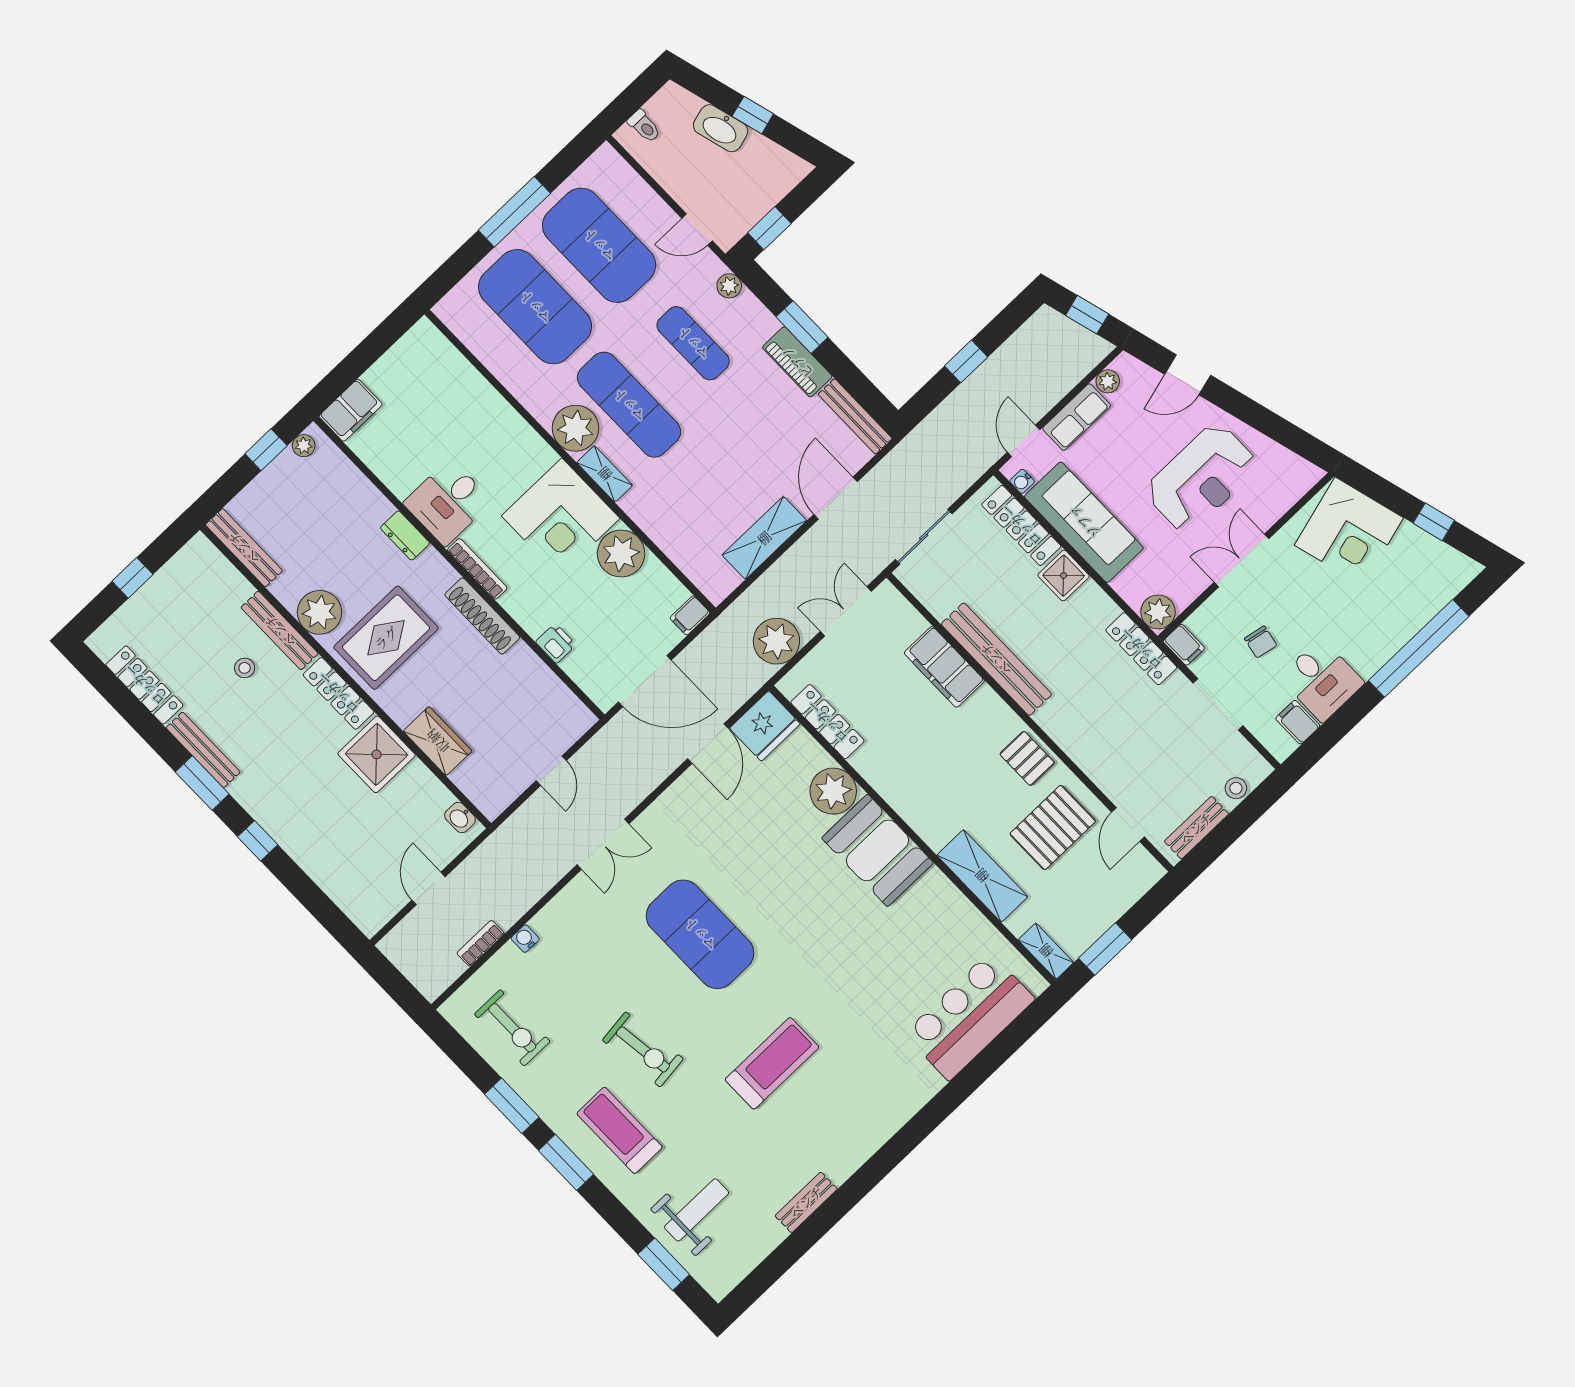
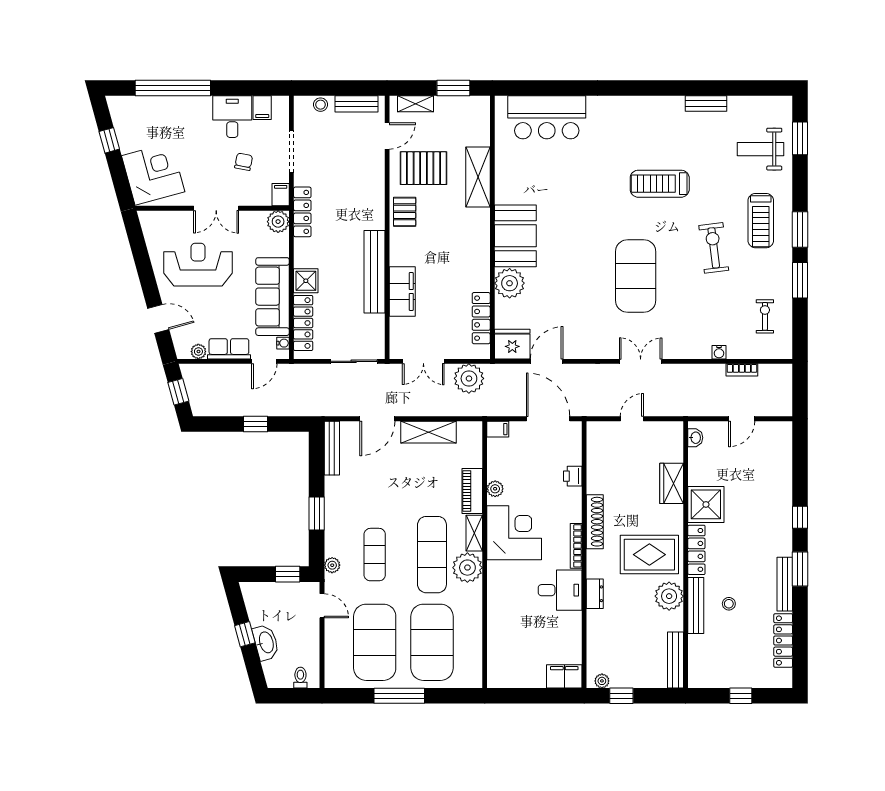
piano: (797, 362) -> (472, 491), moved, turned 180
plant: (621, 553) -> (495, 489), width x0.53, depth x0.53
shelving: (1046, 951) -> (415, 104), moved, turned 90
exercise bike: (512, 1028) -> (765, 316), width x0.73, depth x0.72

